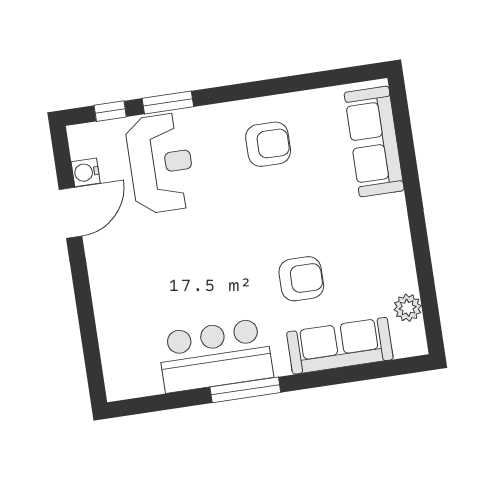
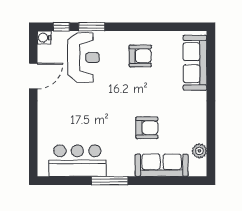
water cooler: (86, 172) -> (44, 38), moved
bar counter: (215, 355) -> (77, 161), moved

